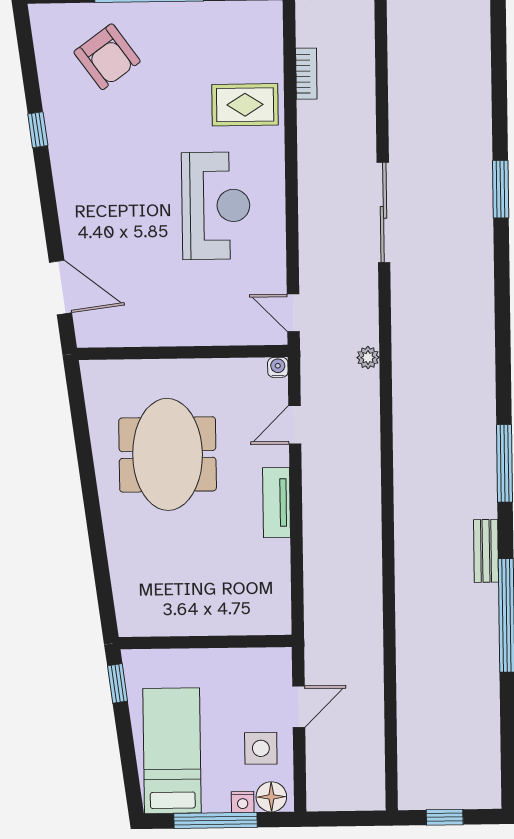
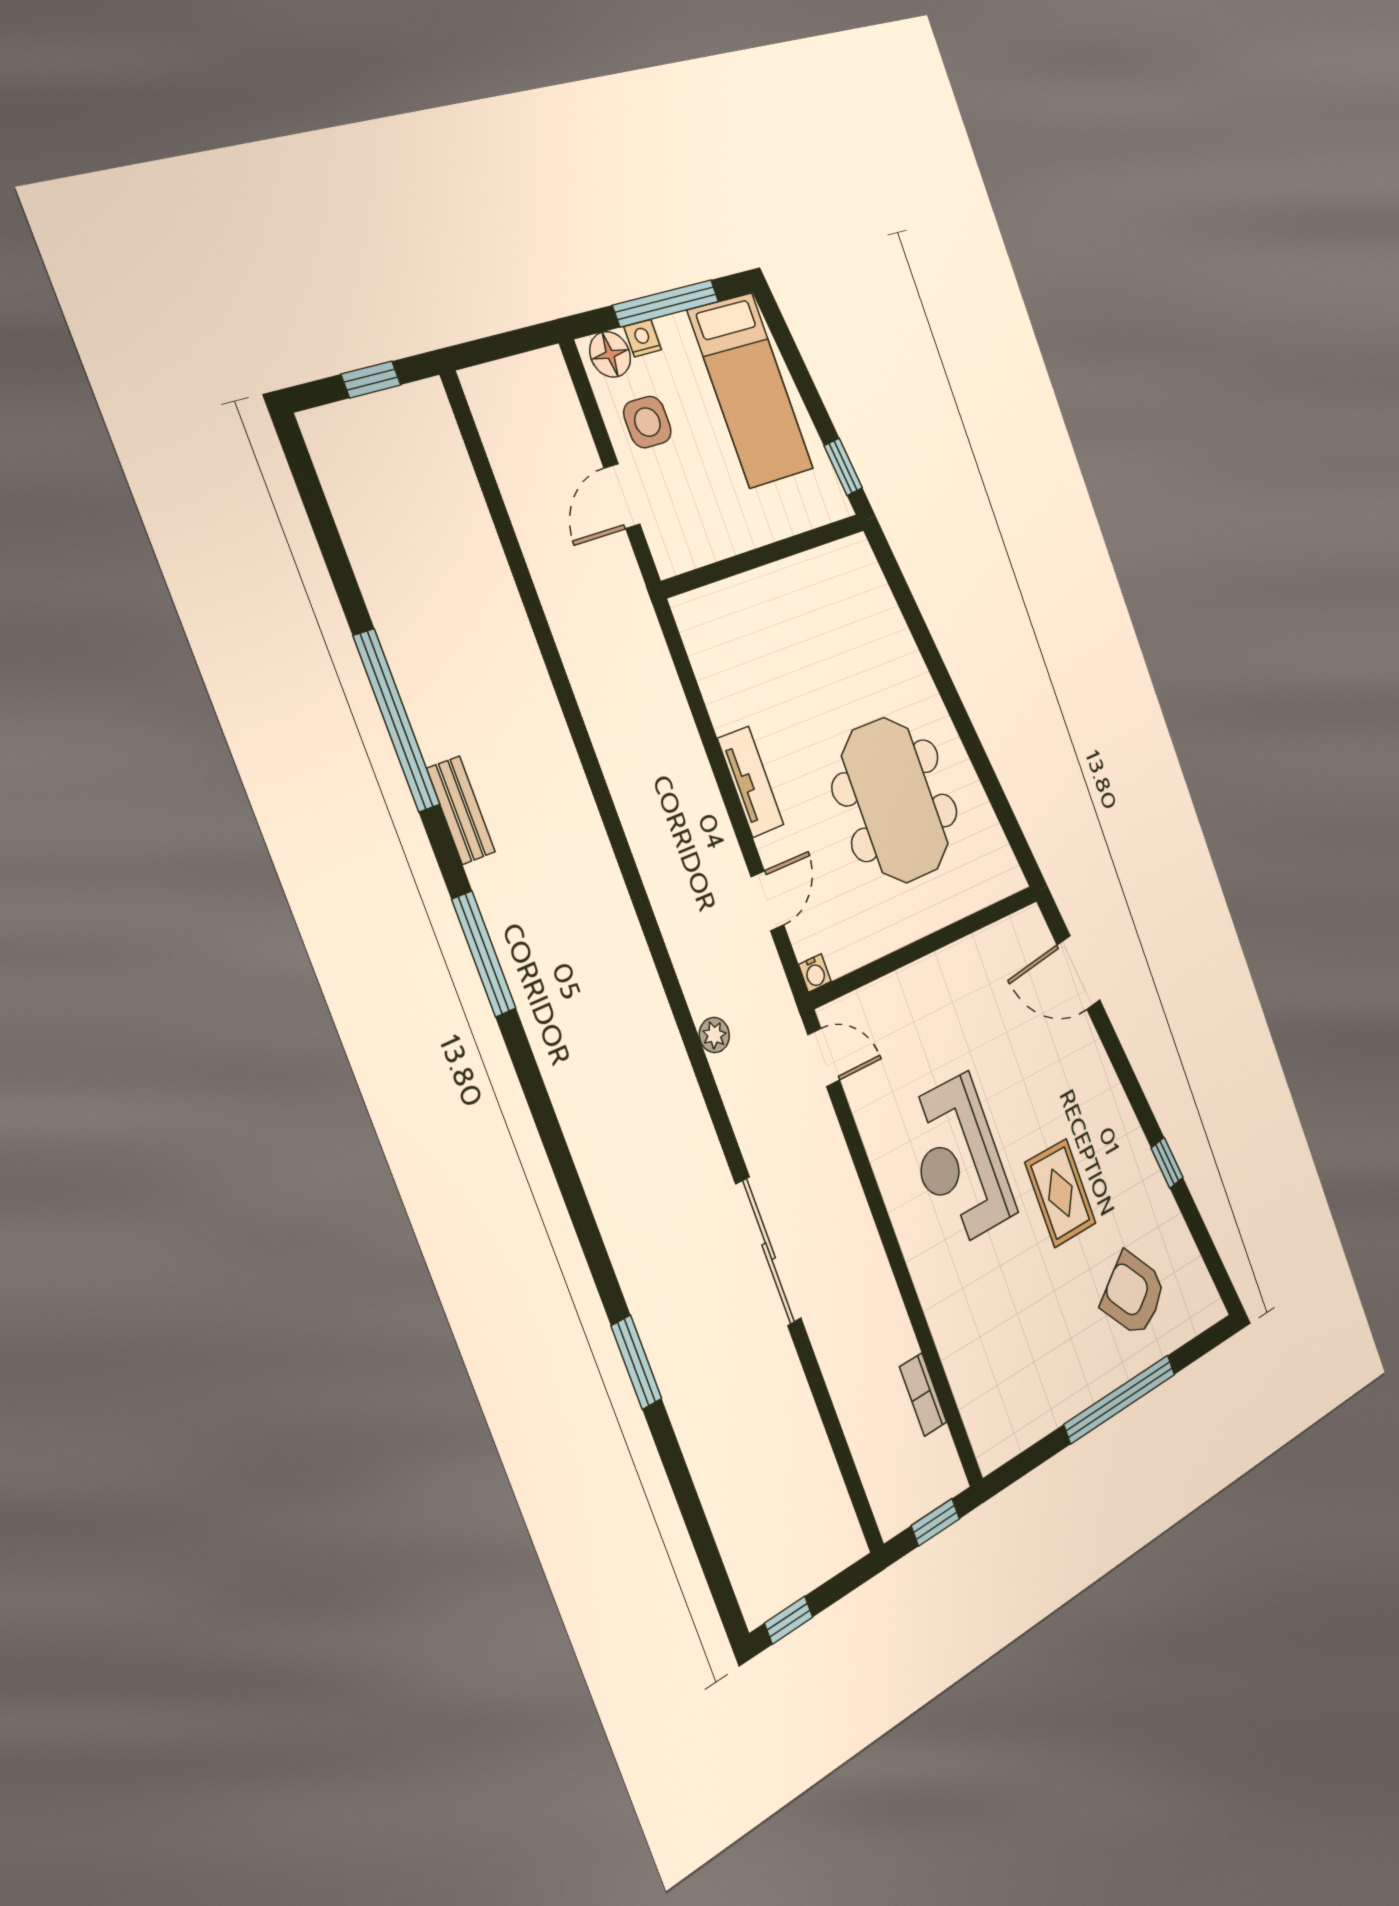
rug: (245, 105) -> (1060, 1193), moved, turned 90

